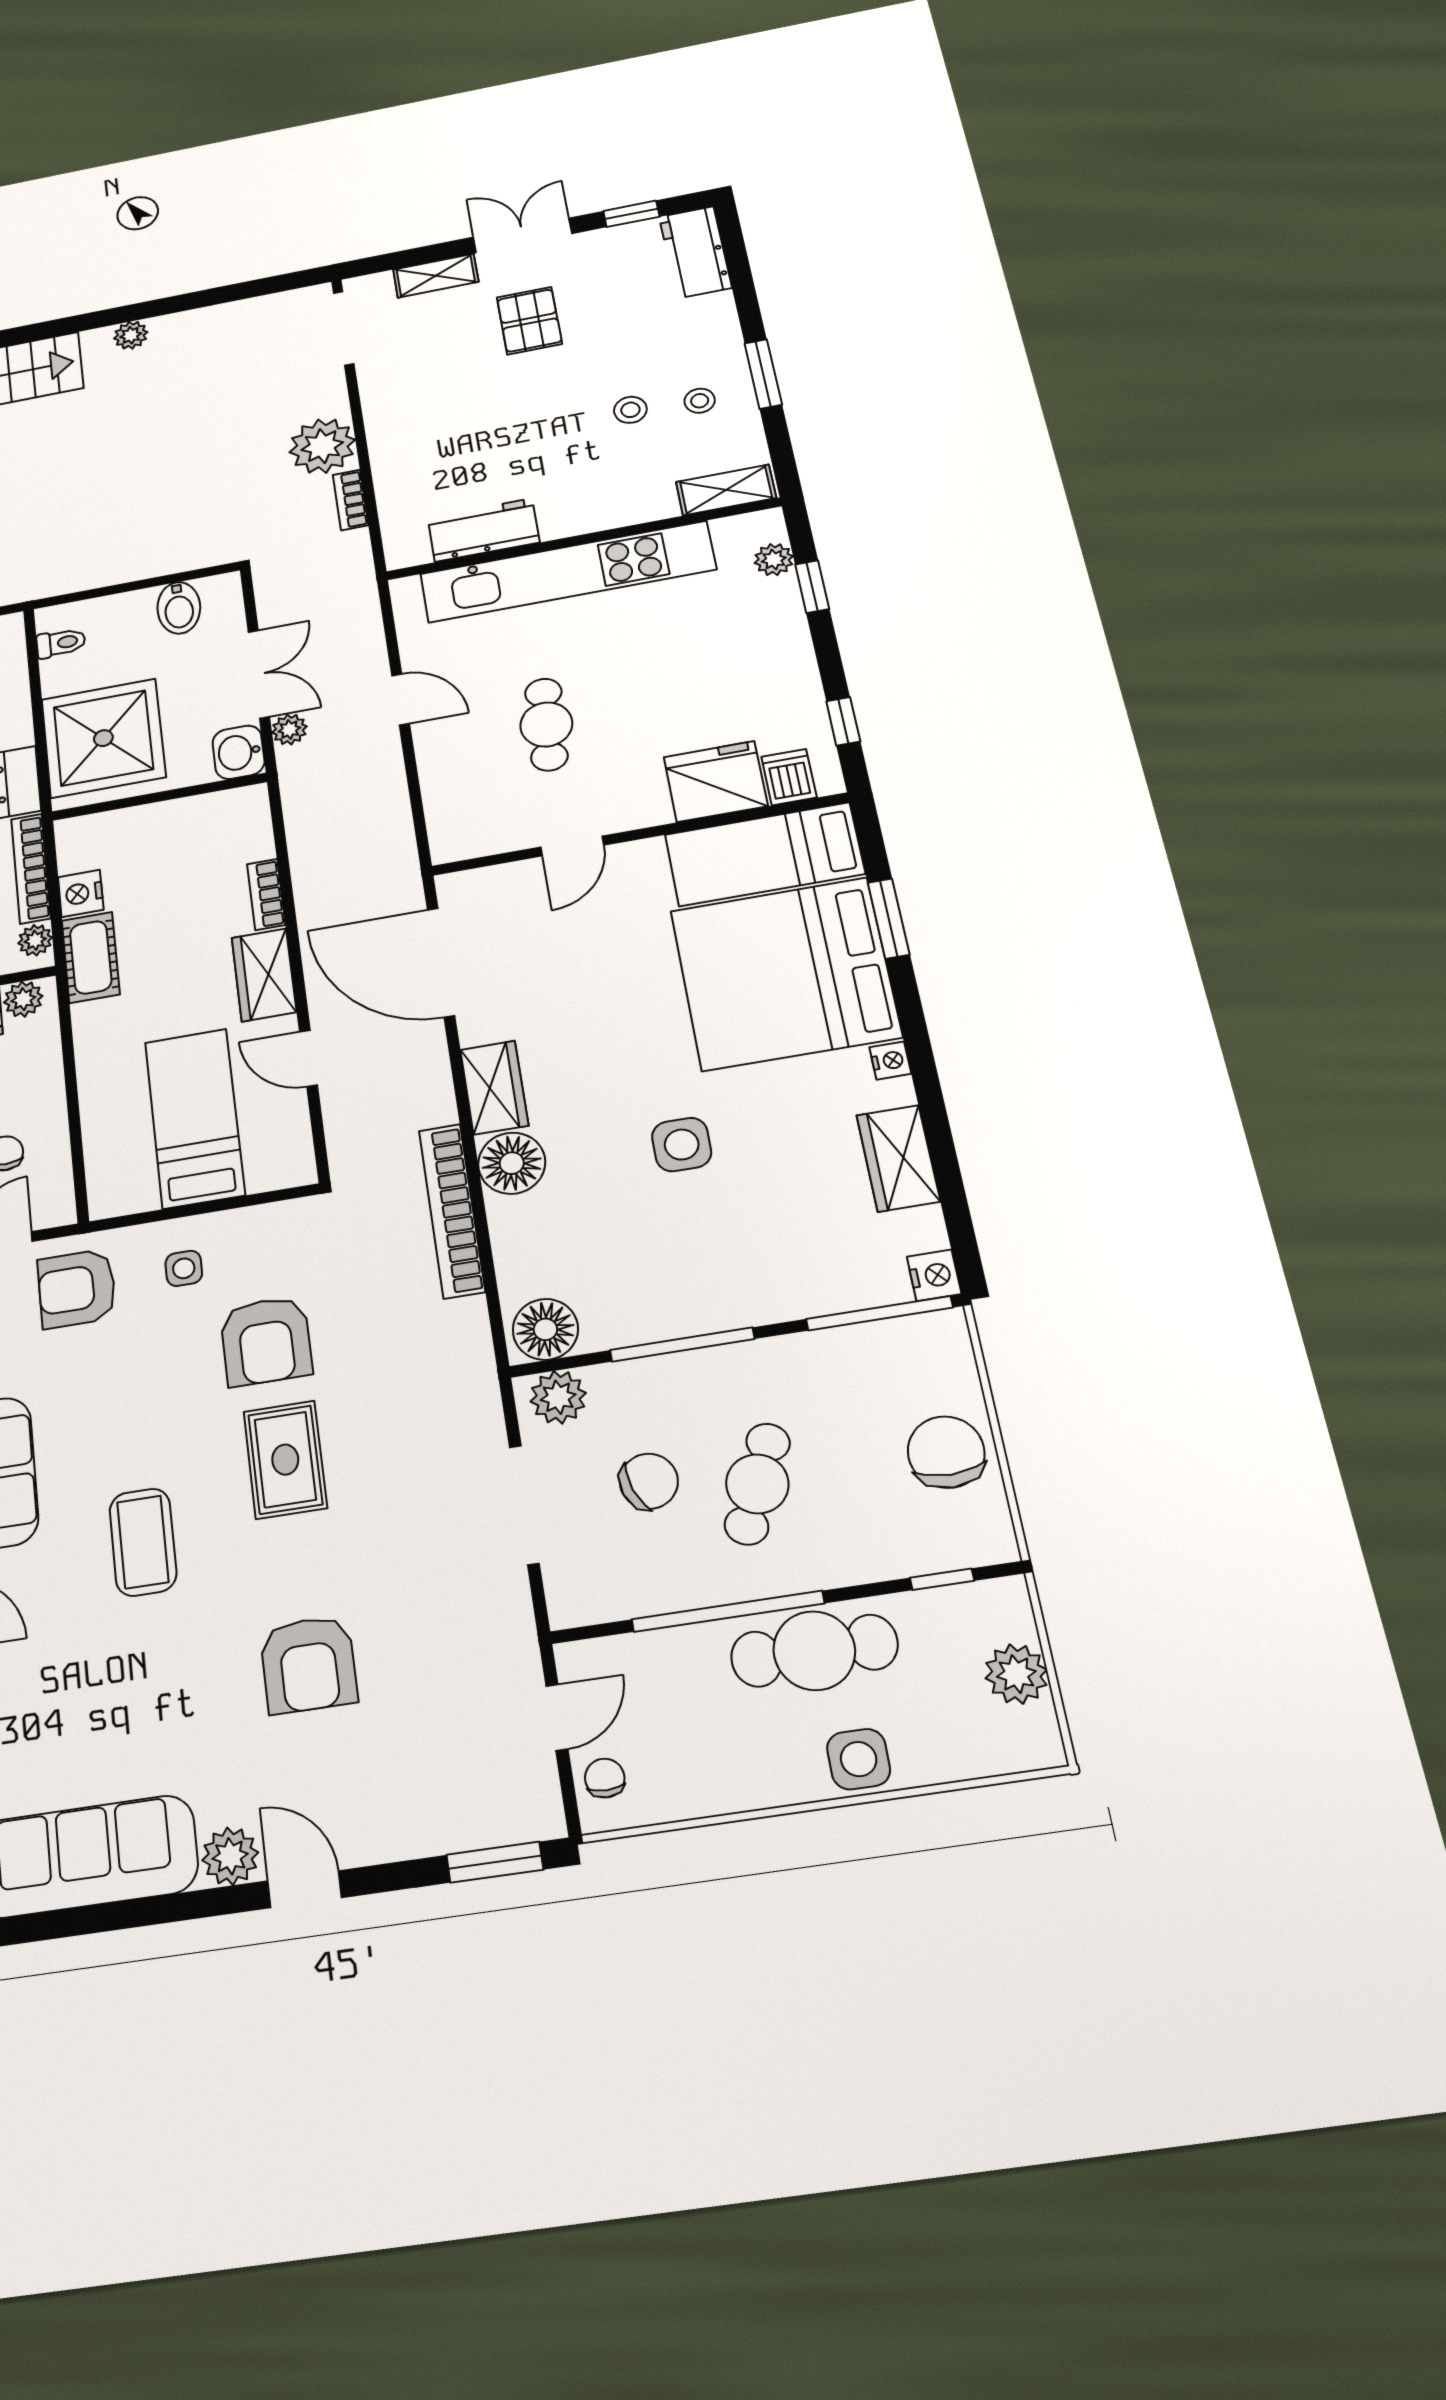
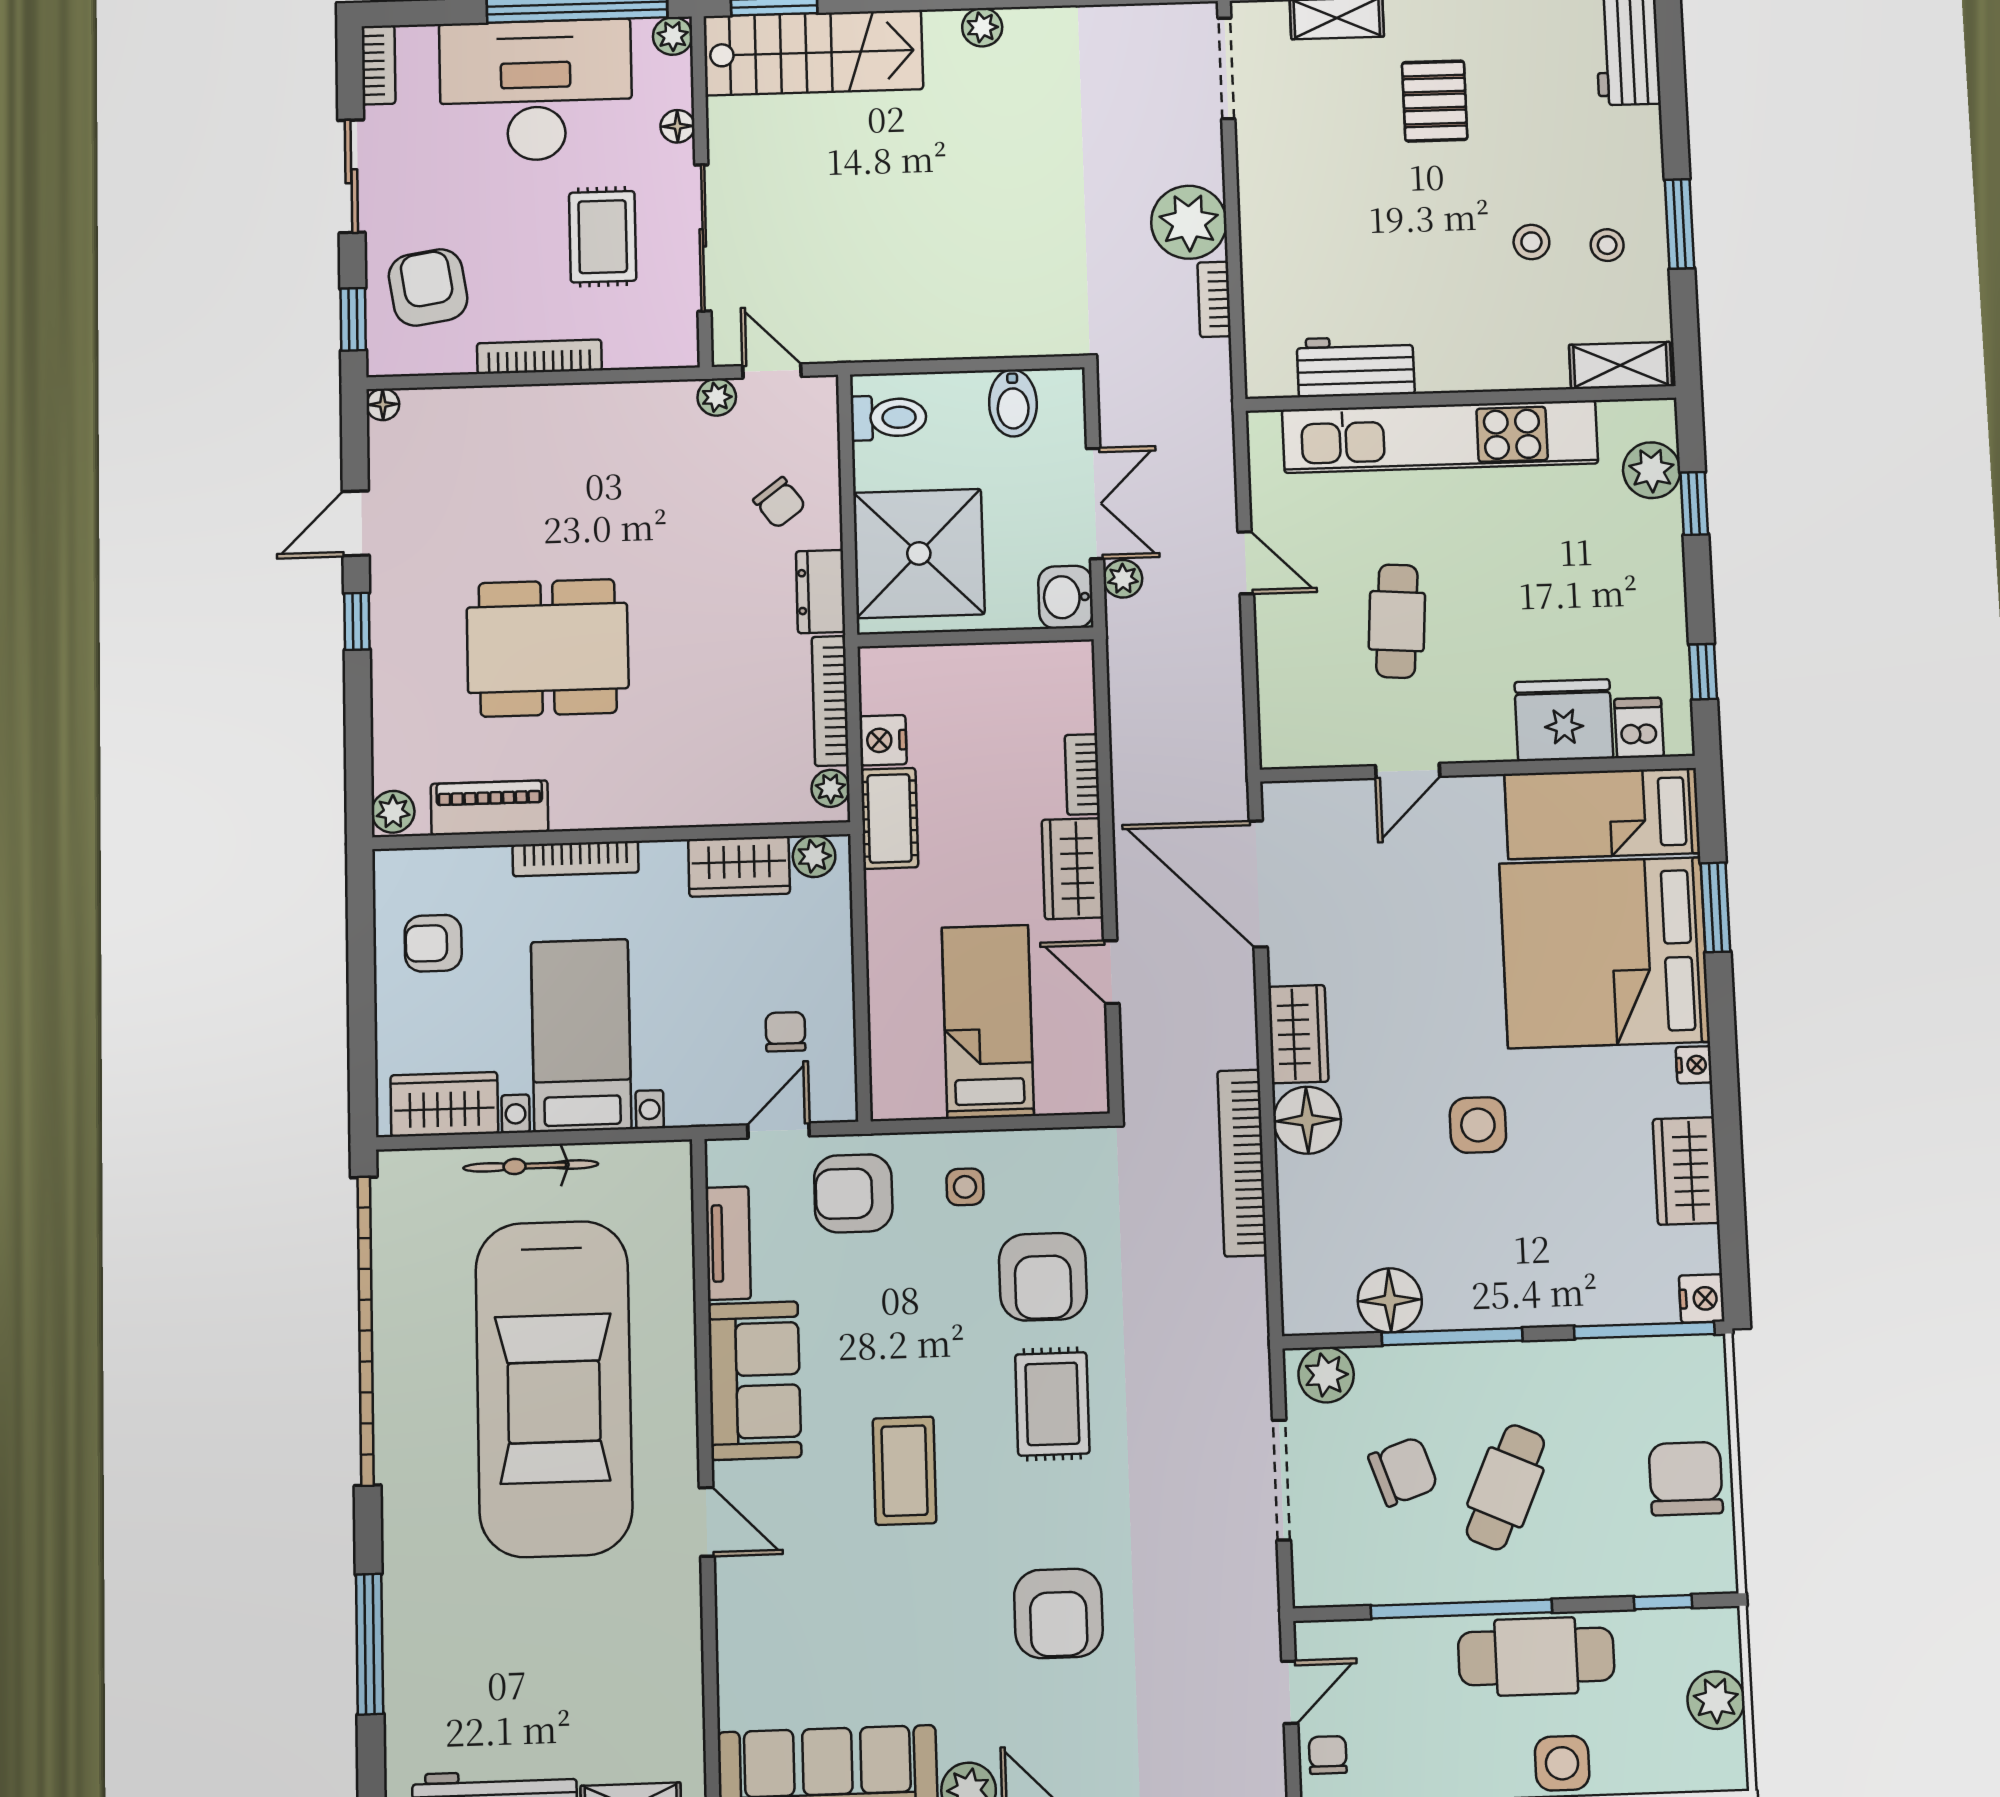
plant: (774, 560) -> (1652, 470), width x1.38, depth x1.38
toilet: (61, 643) -> (889, 418), width x1.37, depth x1.39
floor lamp: (545, 1329) -> (1390, 1300), moved

